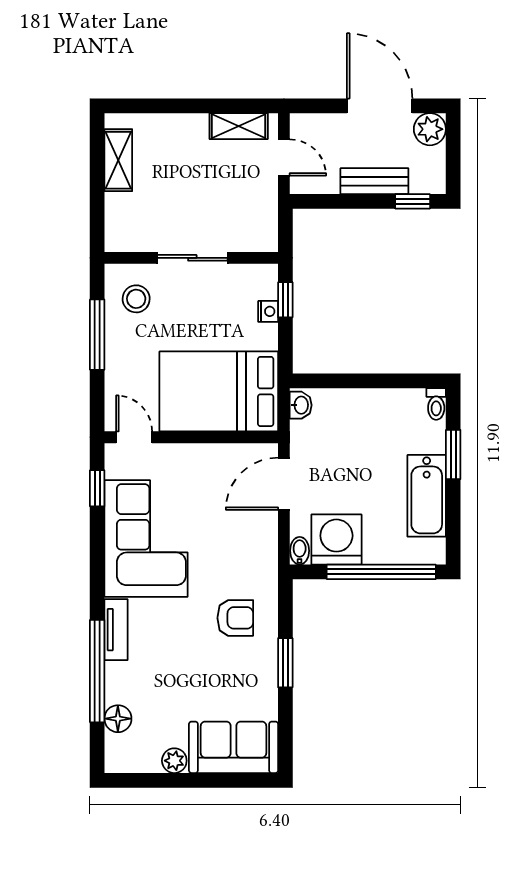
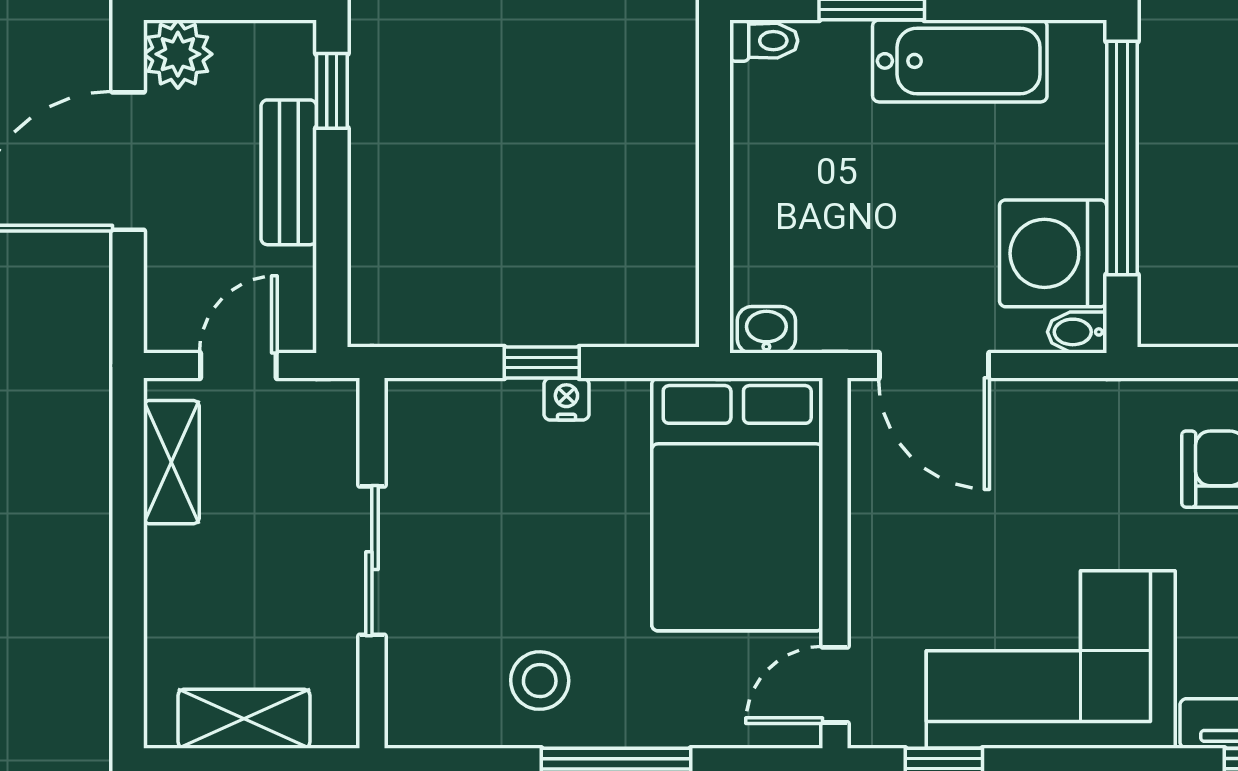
wall: (191, 258) -> (372, 563), moved
sliding door: (192, 258) -> (372, 561), moved

